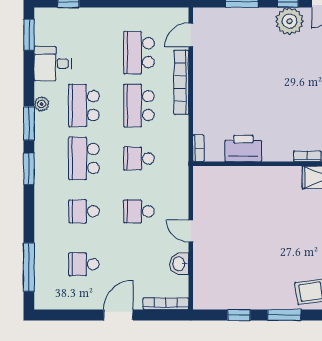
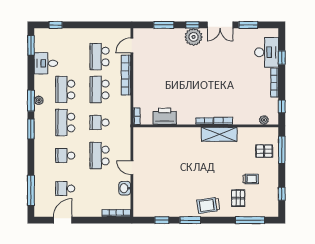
plant: (42, 104) -> (39, 100), moved
school desk: (139, 211) -> (100, 156), width x1.85
door: (118, 315) -> (63, 220), moved

